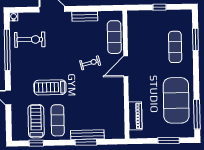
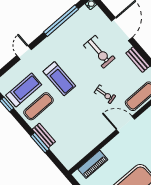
exercise bike: (30, 40) -> (99, 52), moved
treadmill: (50, 87) -> (59, 79), turned 180
bench: (87, 135) -> (44, 136), width x0.73

